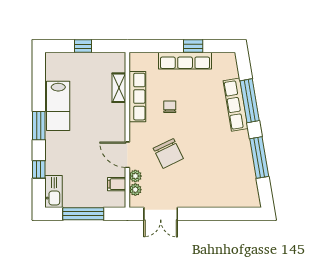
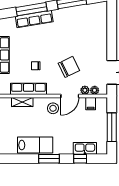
stool: (110, 131) -> (53, 108), added
kitchen sink: (54, 192) -> (85, 148), moved

